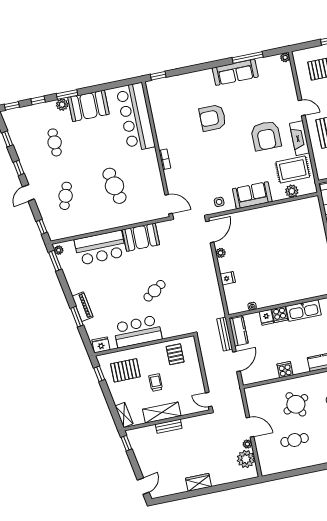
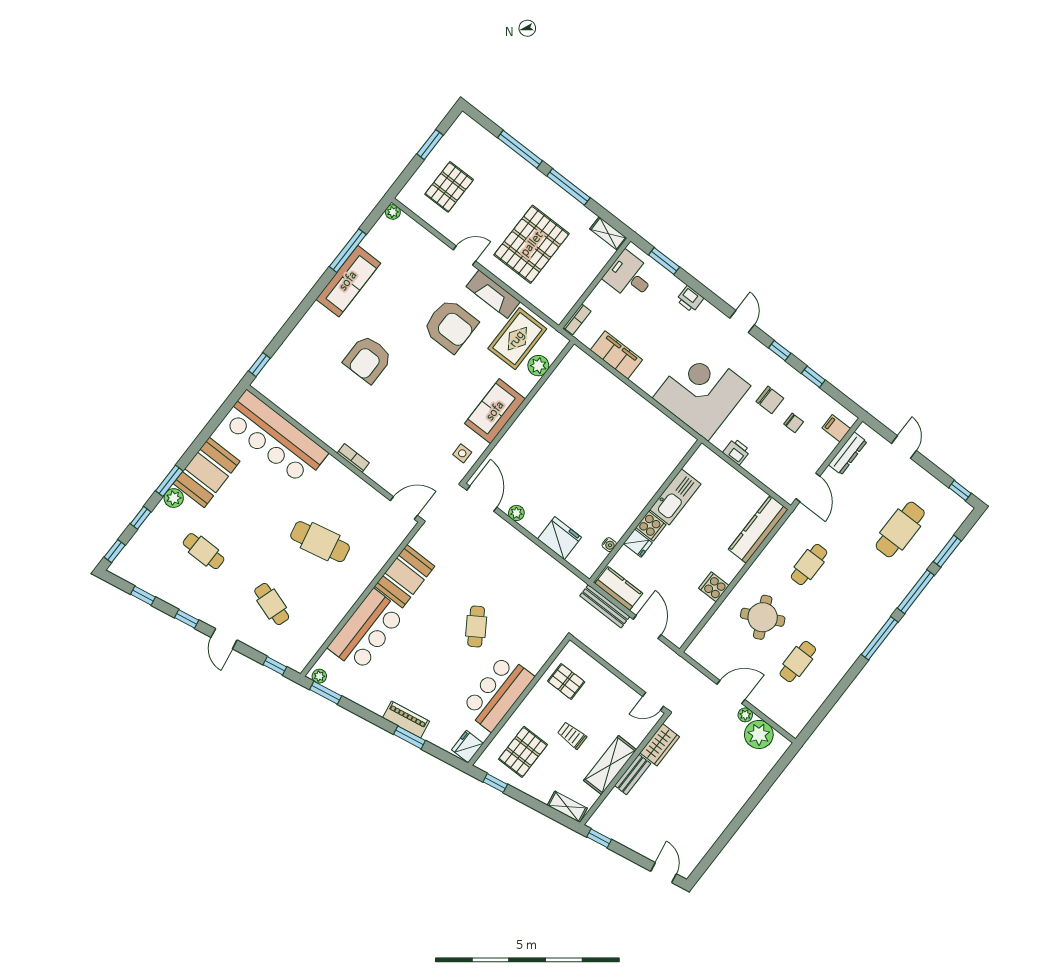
fridge: (228, 278) -> (559, 538), width x1.88, depth x1.34
wardrobe: (198, 482) -> (660, 745), moved, turned 180

